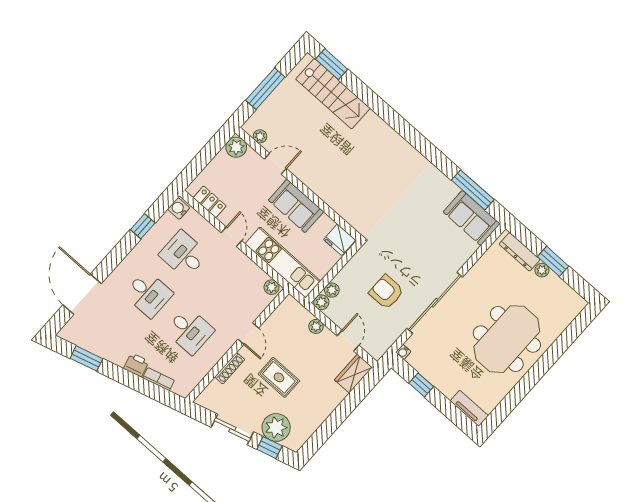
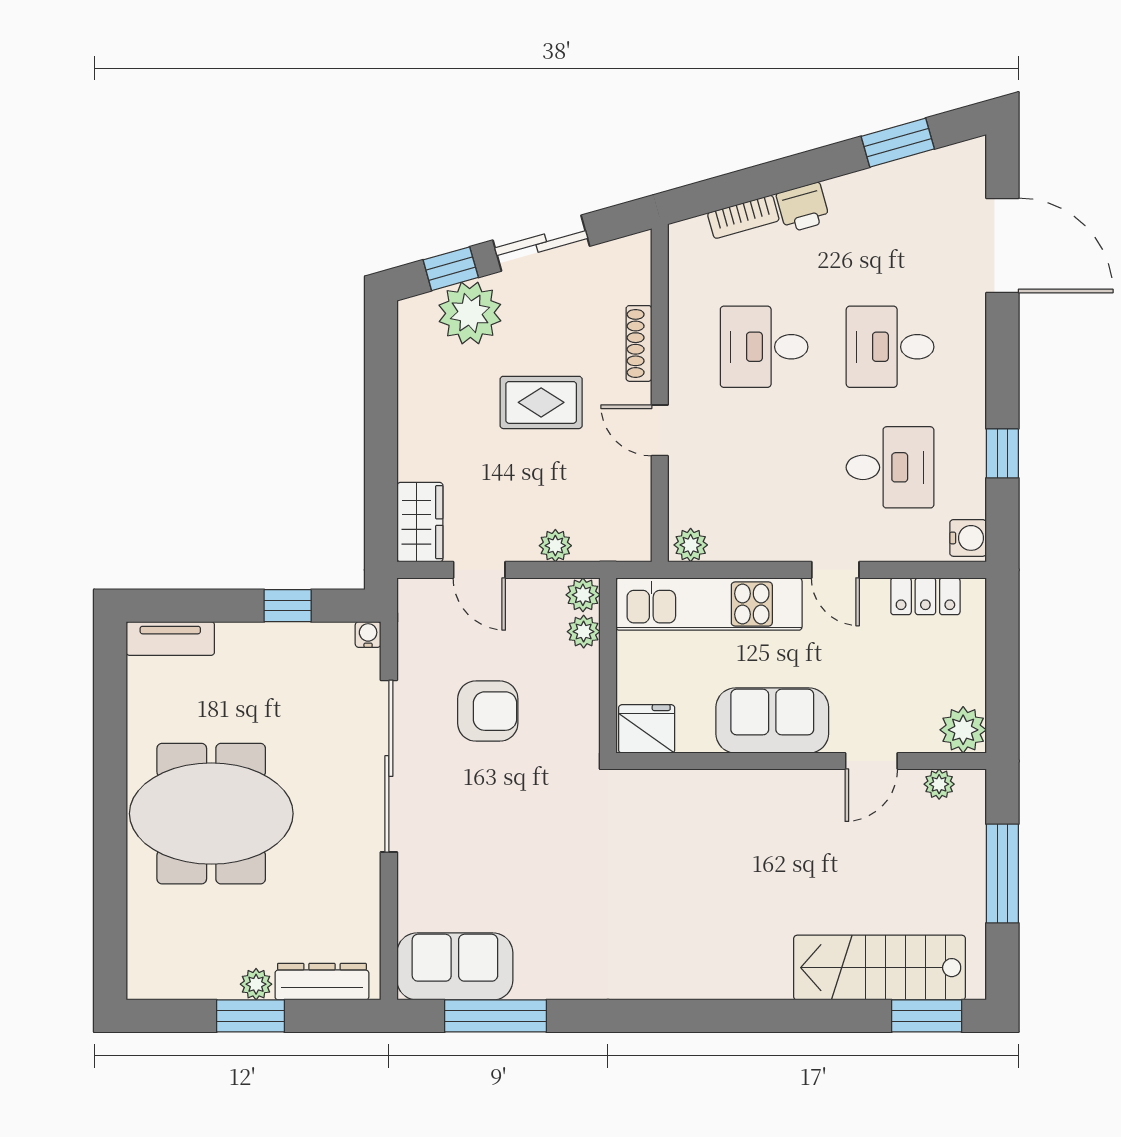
meeting table: (507, 339) -> (211, 814), turned 90

